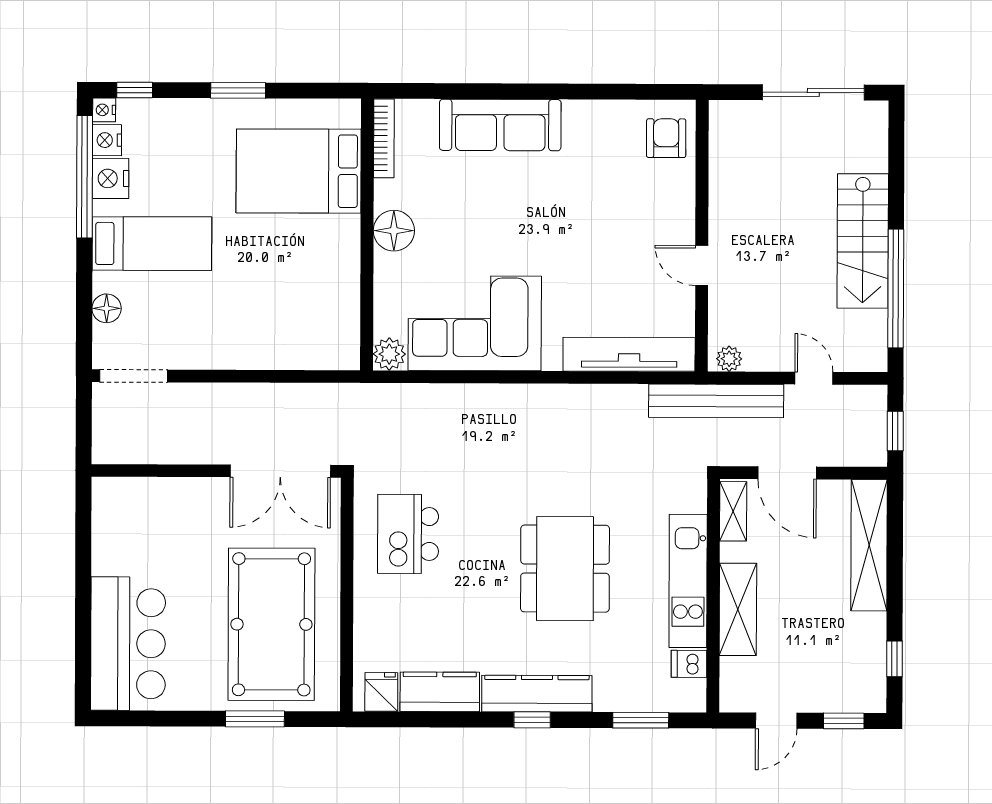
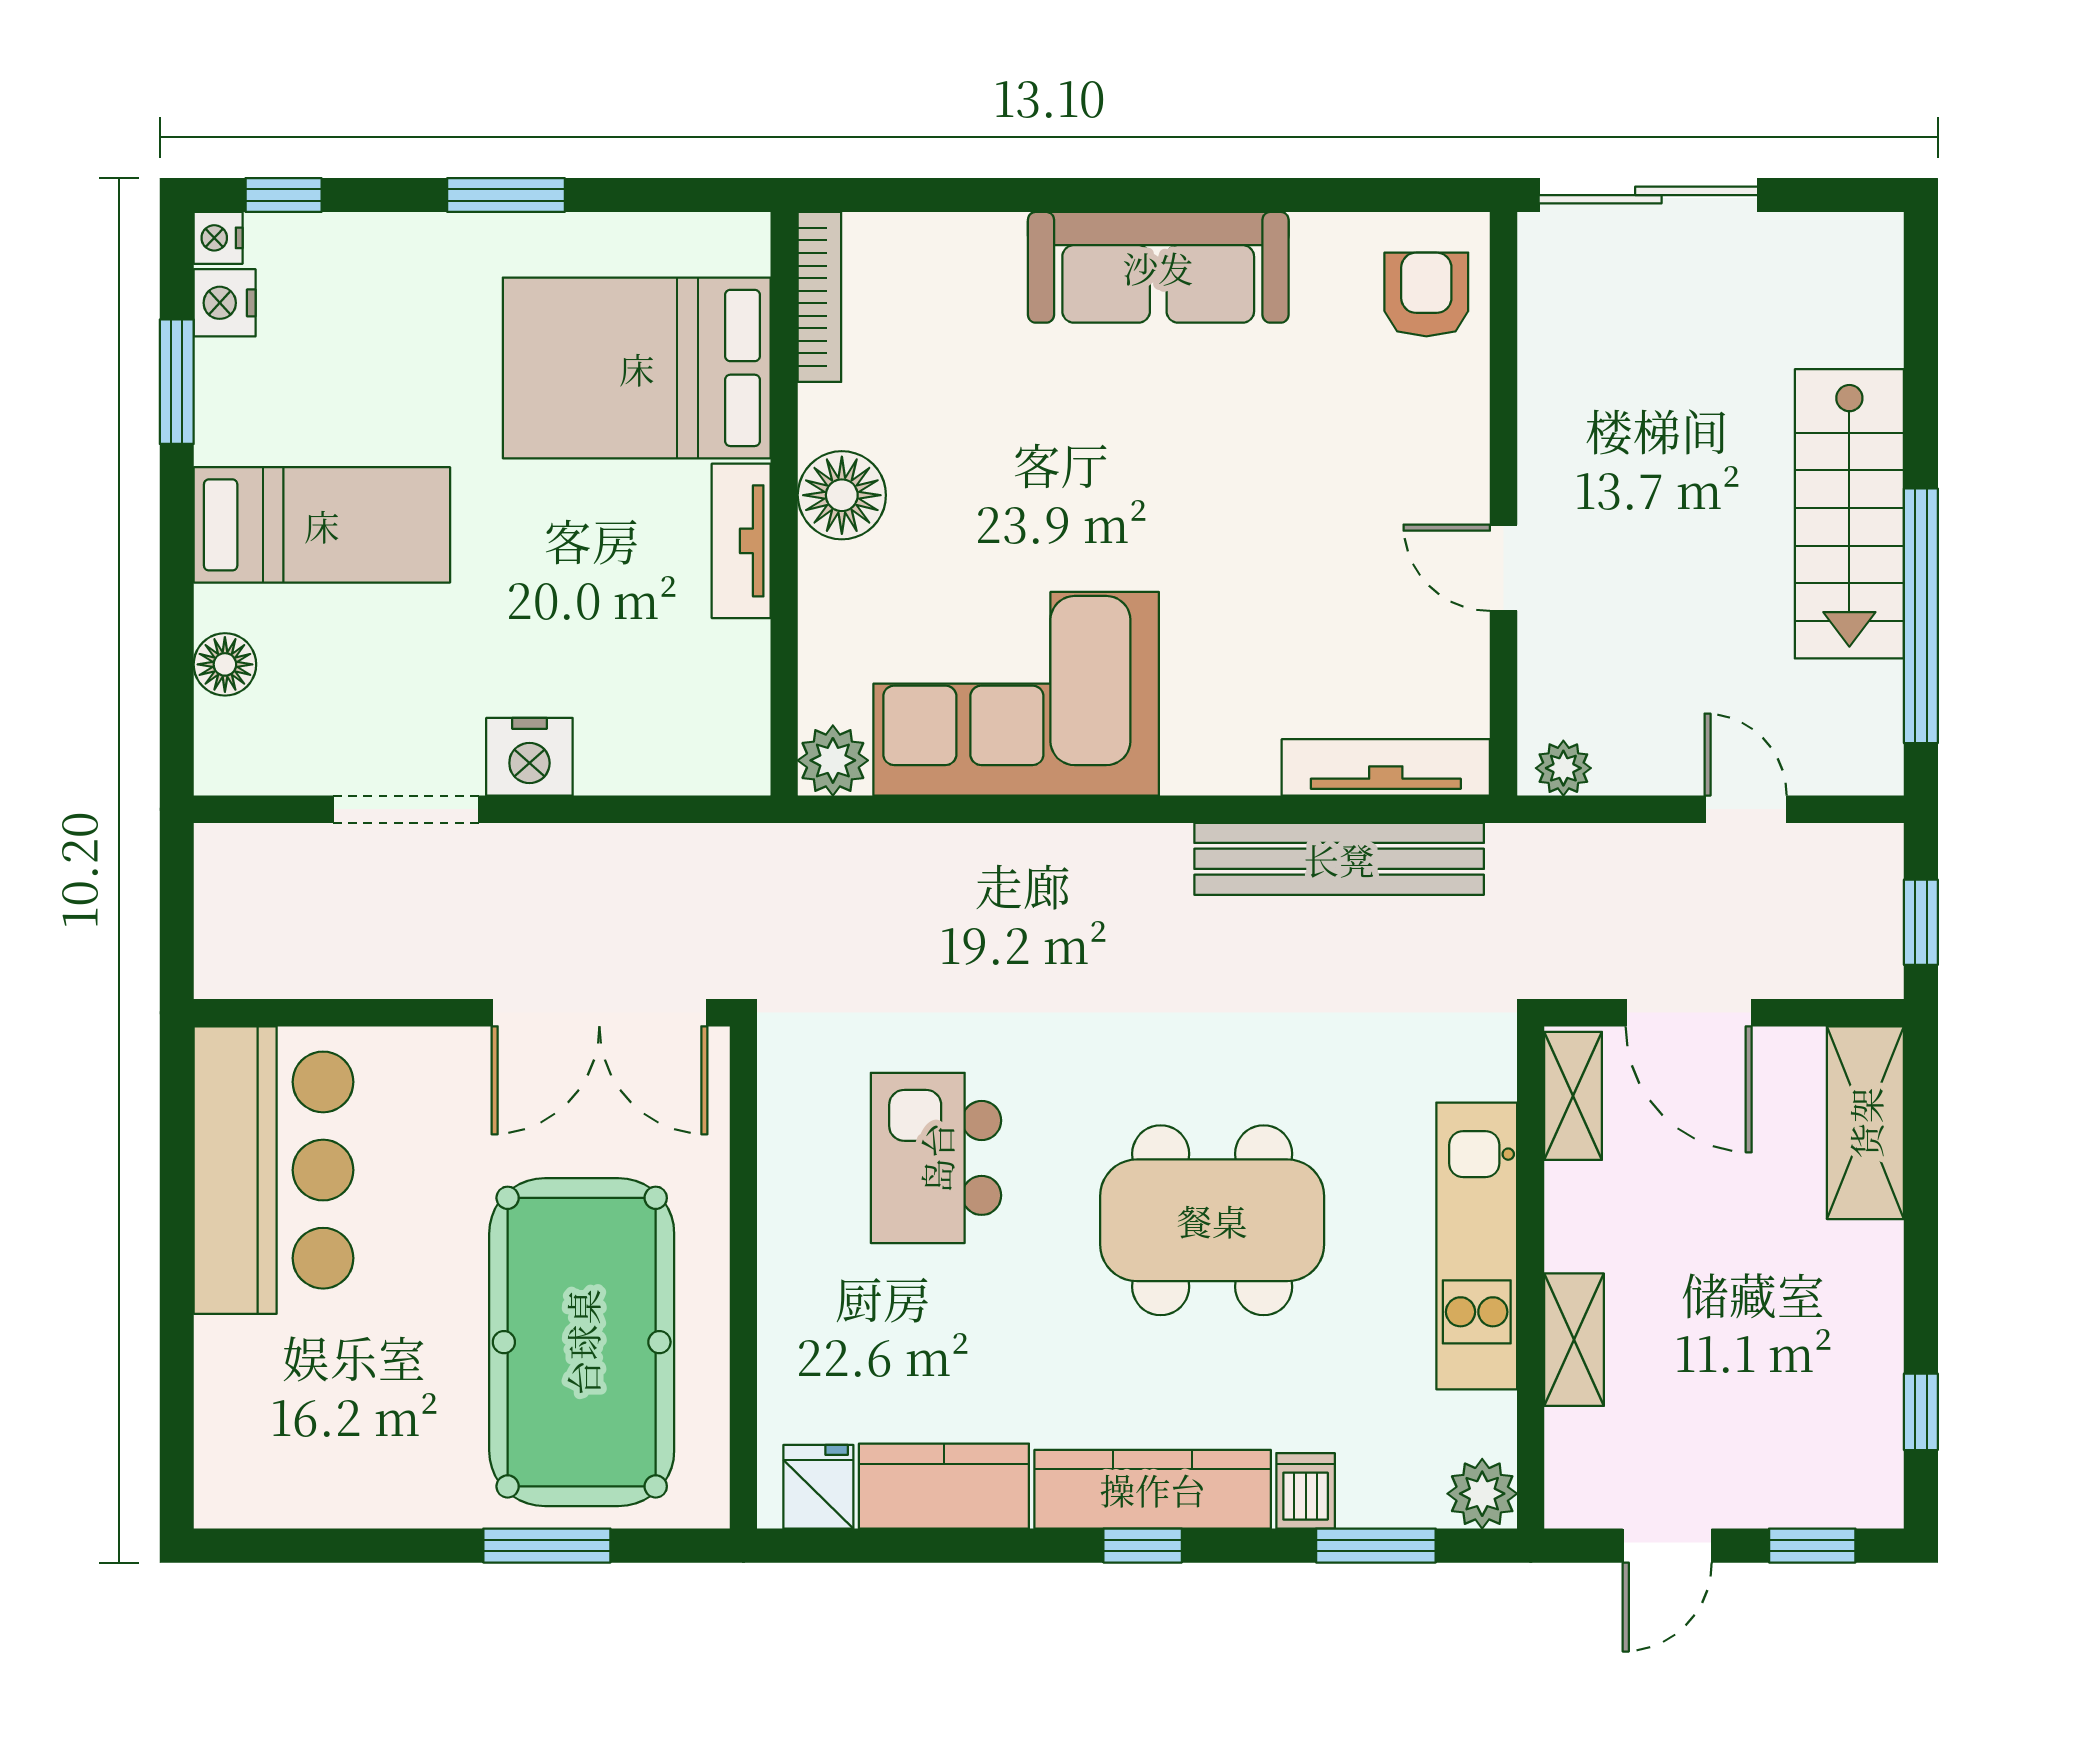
sliding door: (813, 92) -> (1648, 195), moved
sofa: (500, 125) -> (1158, 267), moved
window: (85, 177) -> (177, 382), width x0.47
nightstand: (111, 178) -> (529, 757), moved, turned -90
tv unit: (347, 252) -> (741, 541), added
tv unit: (629, 354) -> (1386, 767), width x0.73, depth x0.78
doorway: (133, 376) -> (406, 809), moved
bench: (716, 401) -> (1339, 859), moved
kitchen island: (408, 534) -> (936, 1158), moved
shelving: (869, 545) -> (1865, 1123), width x0.68
dining table: (565, 569) -> (1212, 1220), turned 90
shelving: (738, 609) -> (1574, 1340), width x0.67, depth x0.75
bar counter: (128, 644) -> (274, 1170), moved
dishwasher: (689, 664) -> (1306, 1491), moved, turned 90
plant: (690, 696) -> (1482, 1494), added

